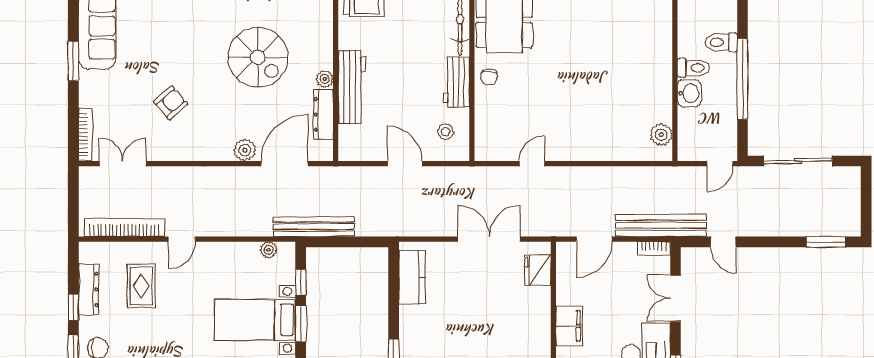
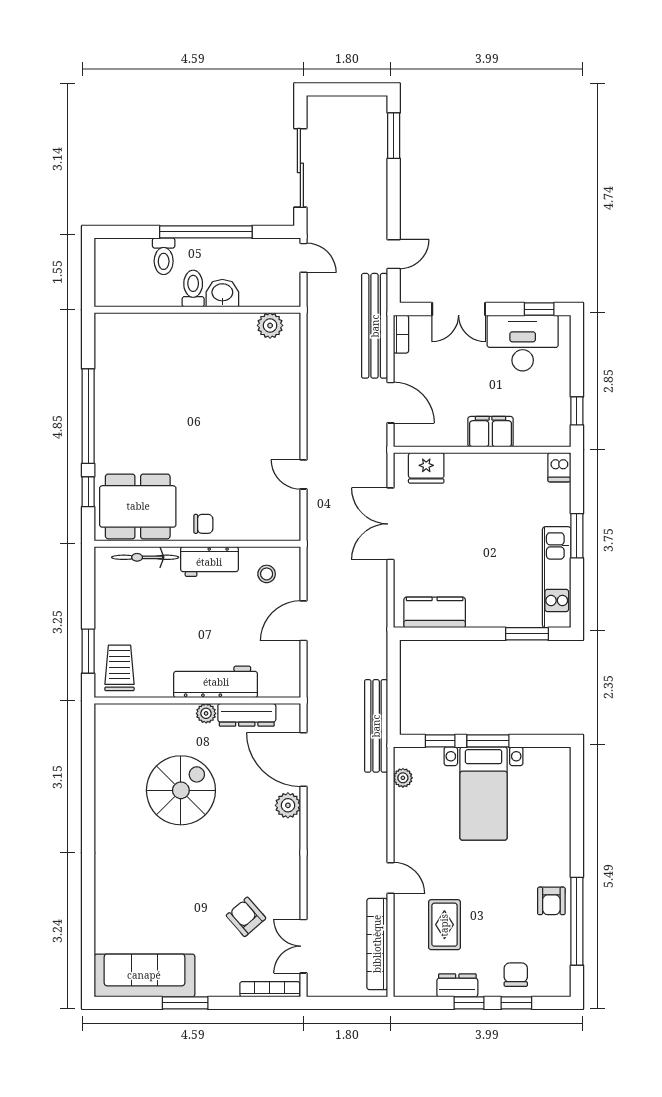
armchair: (171, 103) -> (246, 917), moved
rug: (141, 286) -> (444, 925), turned 90
dresser: (89, 289) -> (457, 985), width x0.70

